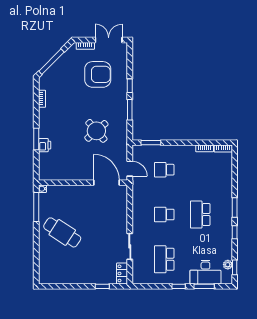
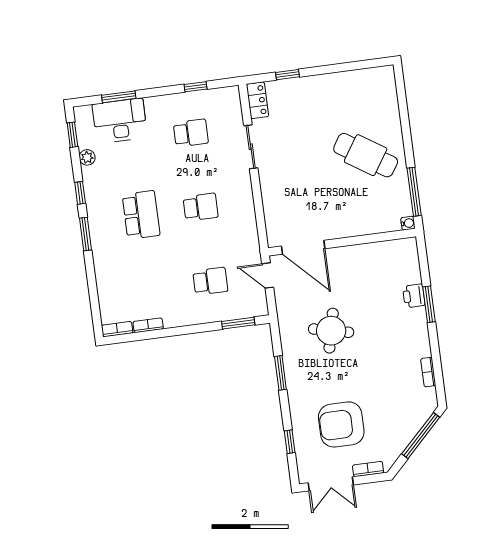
window: (130, 86) -> (290, 442), moved
round table: (96, 131) -> (331, 331), turned -36
school desk: (164, 259) -> (191, 133), width x0.54
plant: (228, 265) -> (87, 157), moved
window: (179, 286) -> (195, 87), moved

